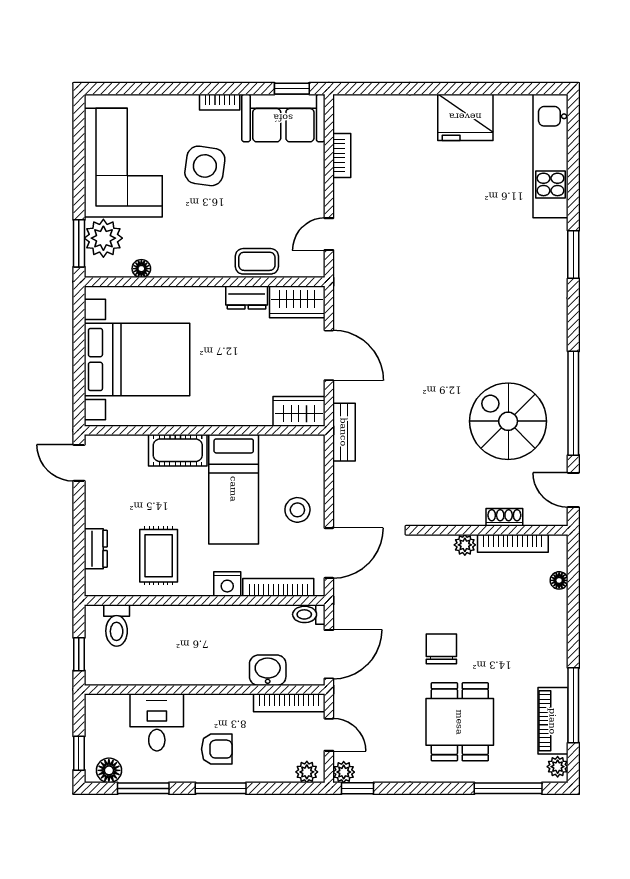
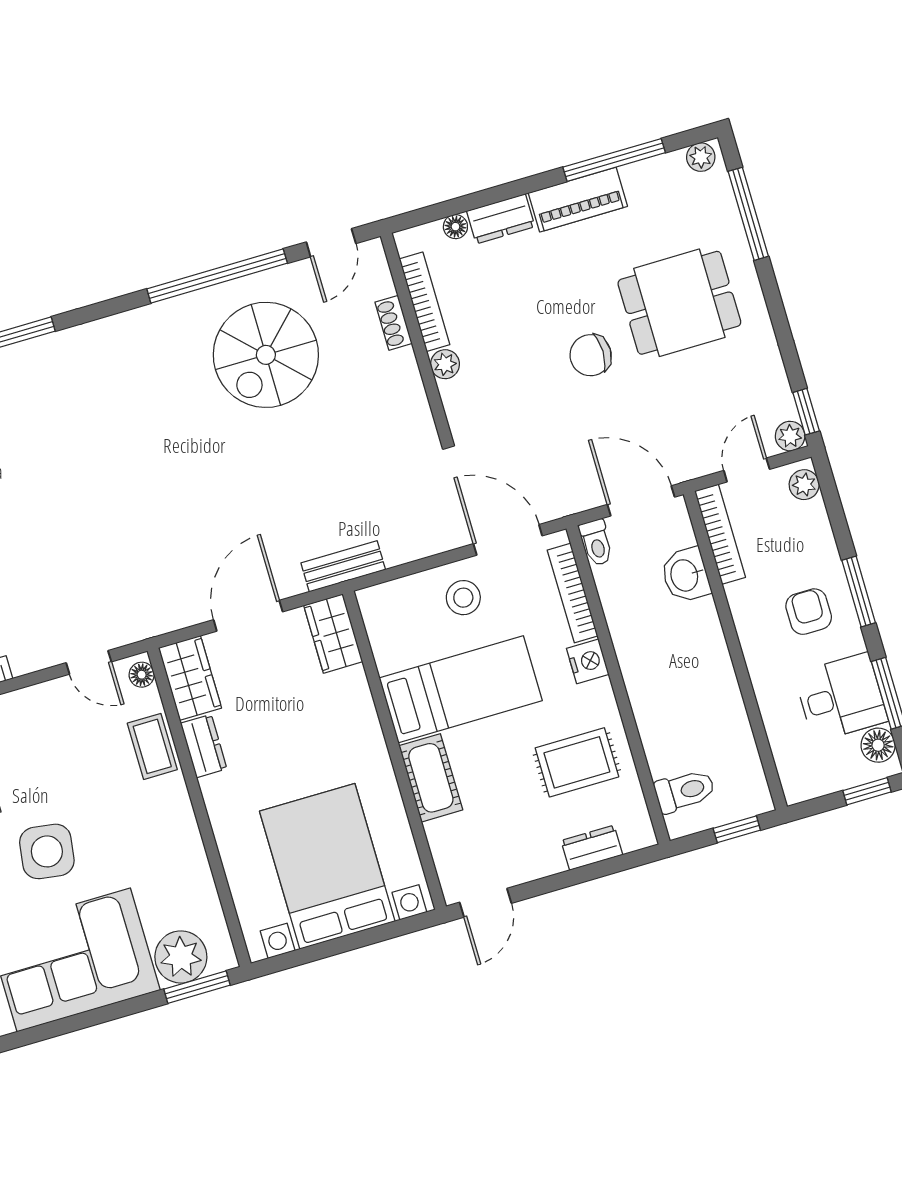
floor lamp: (141, 269) -> (142, 675), moved
dresser: (555, 614) -> (501, 219), added
piano: (553, 721) -> (578, 200), moved
desk: (157, 722) -> (841, 697), moved, turned 180

